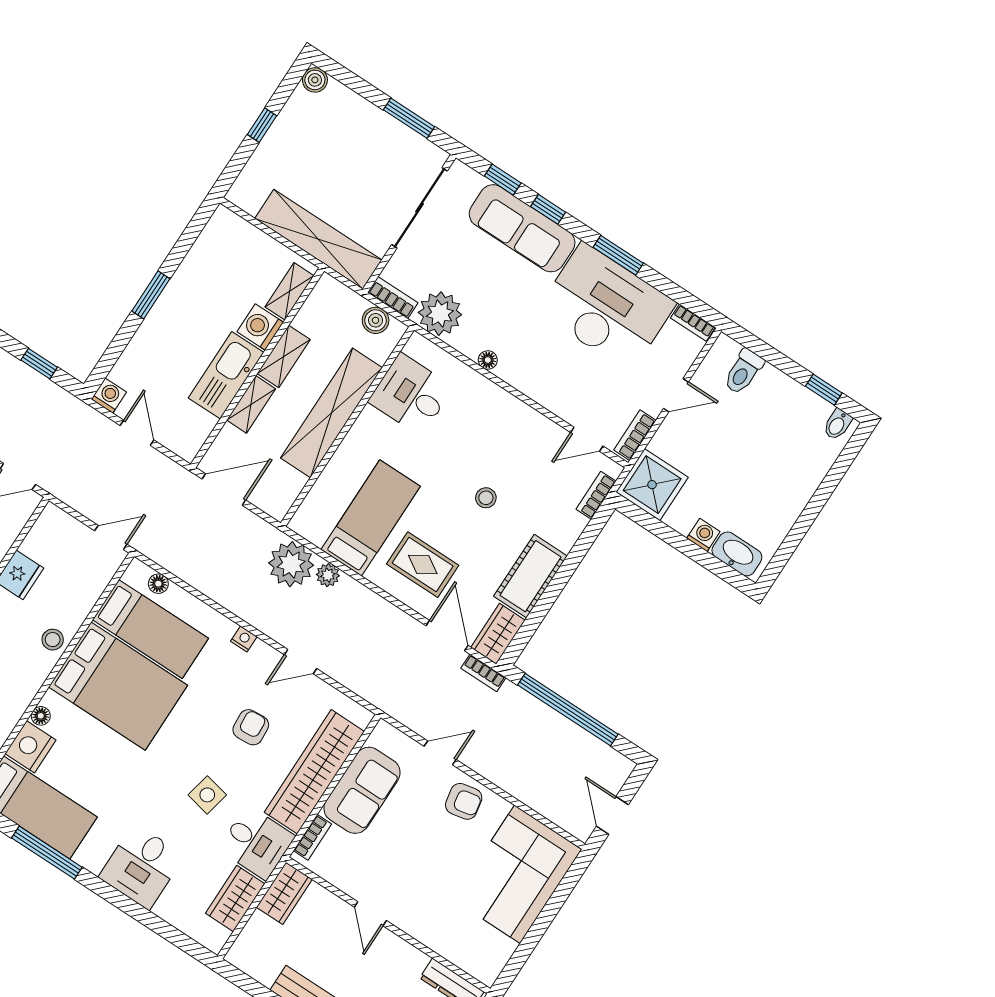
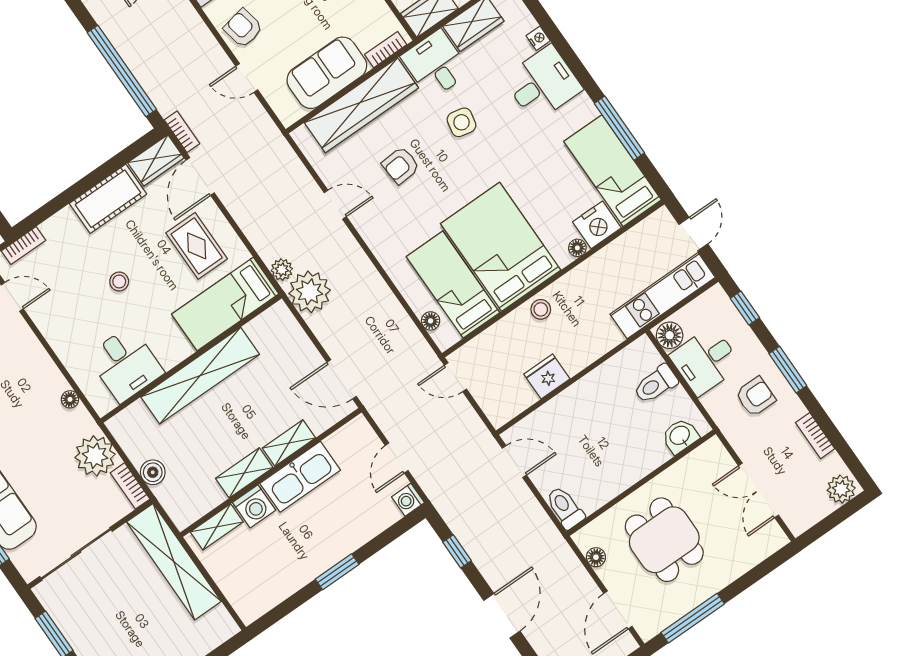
desk: (411, 394) -> (125, 364), moved
shelving: (331, 413) -> (200, 376), moved
wall: (347, 427) -> (191, 358), moved
nightstand: (244, 639) -> (538, 38), moved, turned 180

